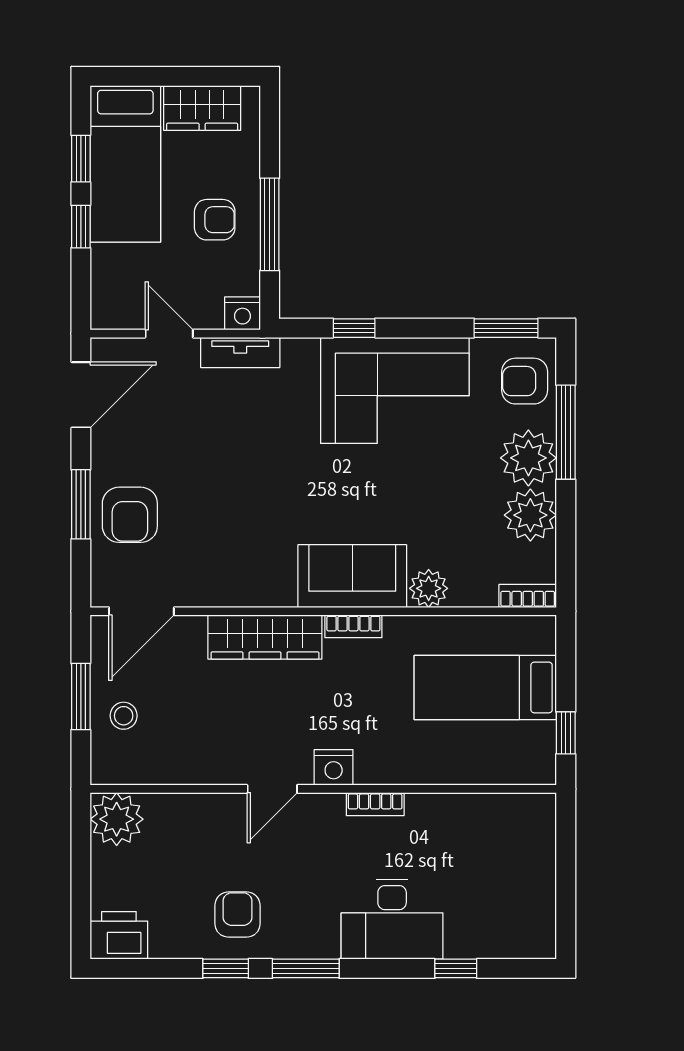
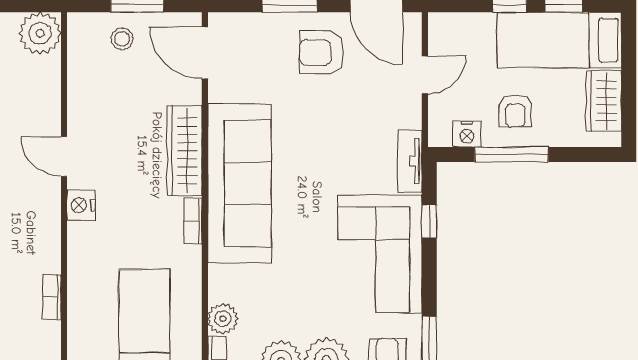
nightstand: (242, 313) -> (467, 134), moved, turned -90
tv unit: (240, 352) -> (410, 161), moved
armchair: (130, 515) -> (322, 53), moved
sofa: (352, 576) -> (239, 183), width x1.85, depth x1.27
plant: (429, 588) -> (223, 319), moved
bookcase: (375, 804) -> (52, 297), moved

